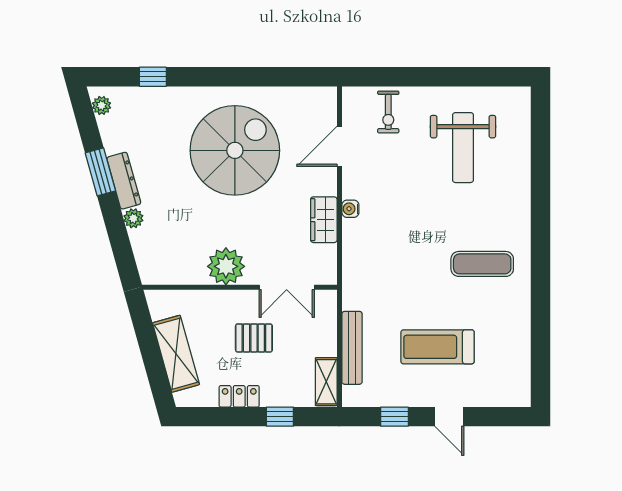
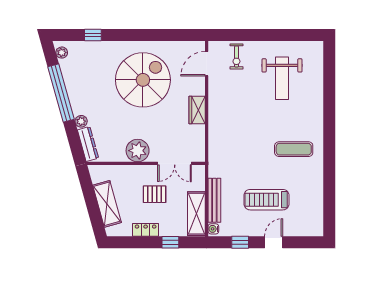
door: (339, 146) -> (207, 64), moved
window: (100, 172) -> (61, 93), width x2.11
dresser: (124, 181) -> (88, 144), moved
water cooler: (350, 209) -> (213, 229), moved
wardrobe: (324, 220) -> (197, 110), moved
shelving: (326, 382) -> (196, 214), width x1.50, depth x1.33
door: (449, 417) -> (274, 242), swing flipped

